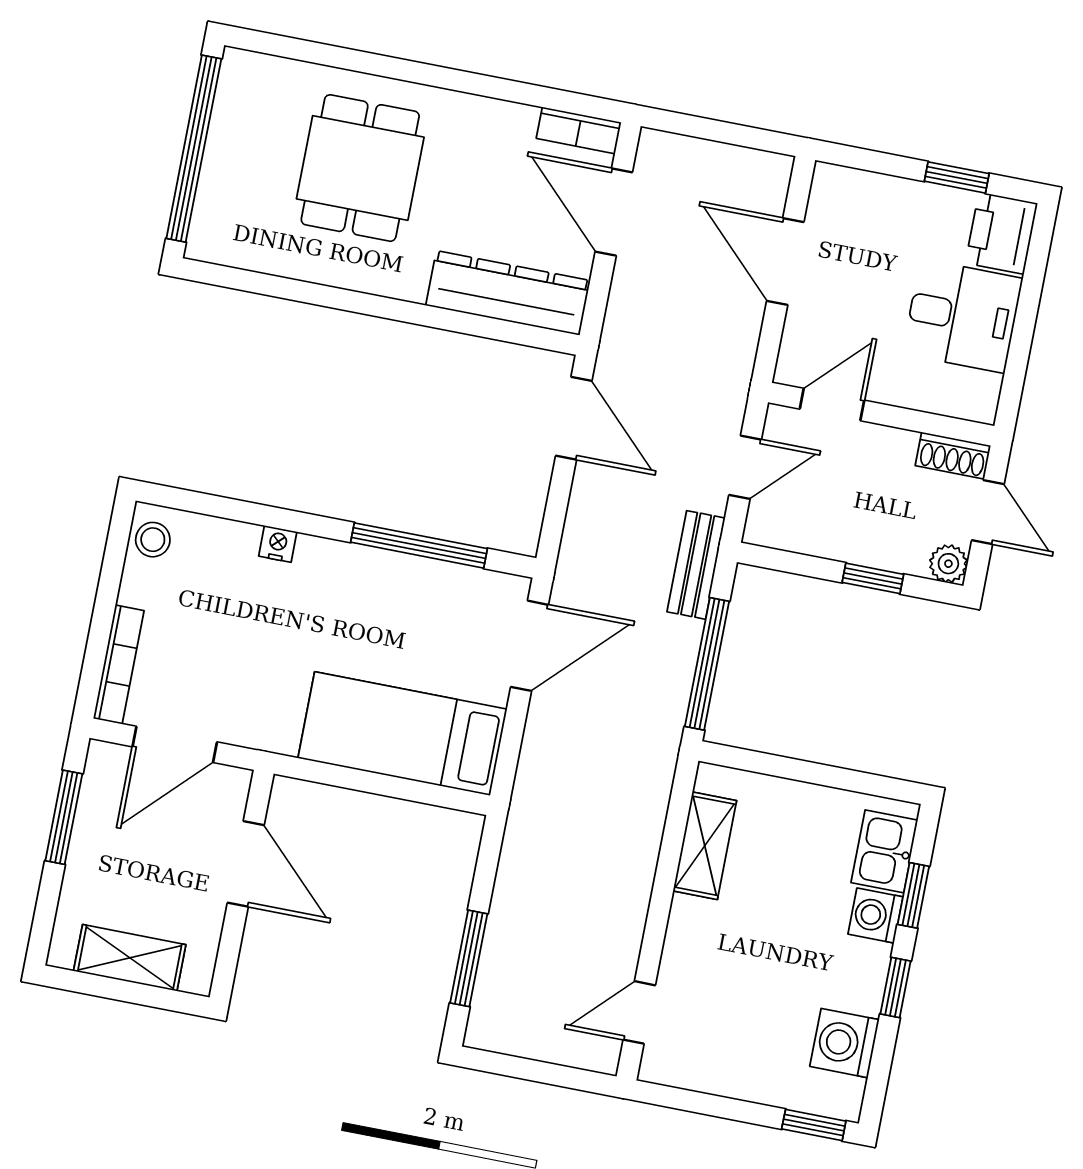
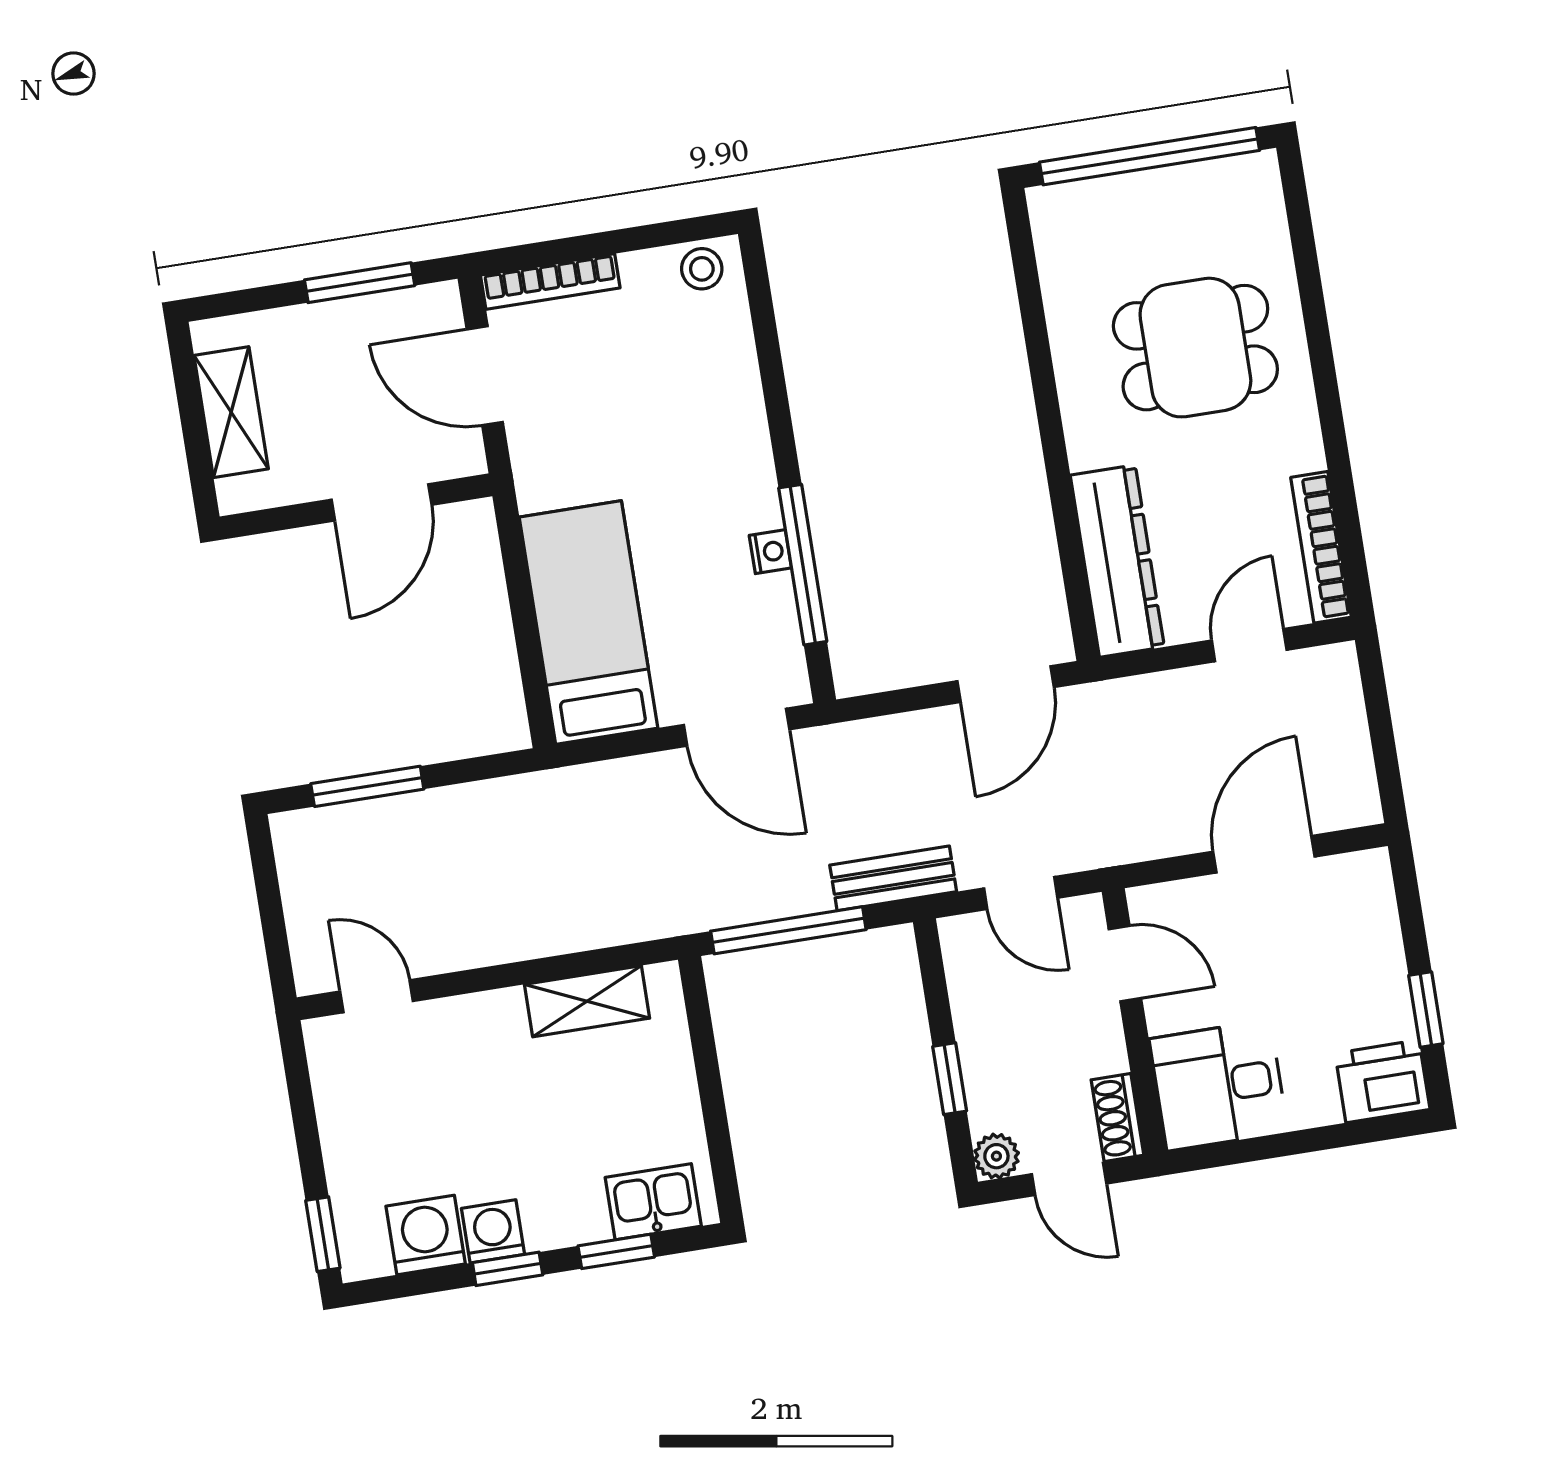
bookcase: (579, 130) -> (1321, 547), width x1.56
door: (614, 212) -> (1249, 645), width x0.73
desk: (963, 316) -> (1219, 1085), moved, turned 90
door: (988, 512) -> (1069, 1179), hinge flipped
nightstand: (278, 544) -> (770, 552), moved
washing machine: (875, 915) -> (493, 1231), moved

